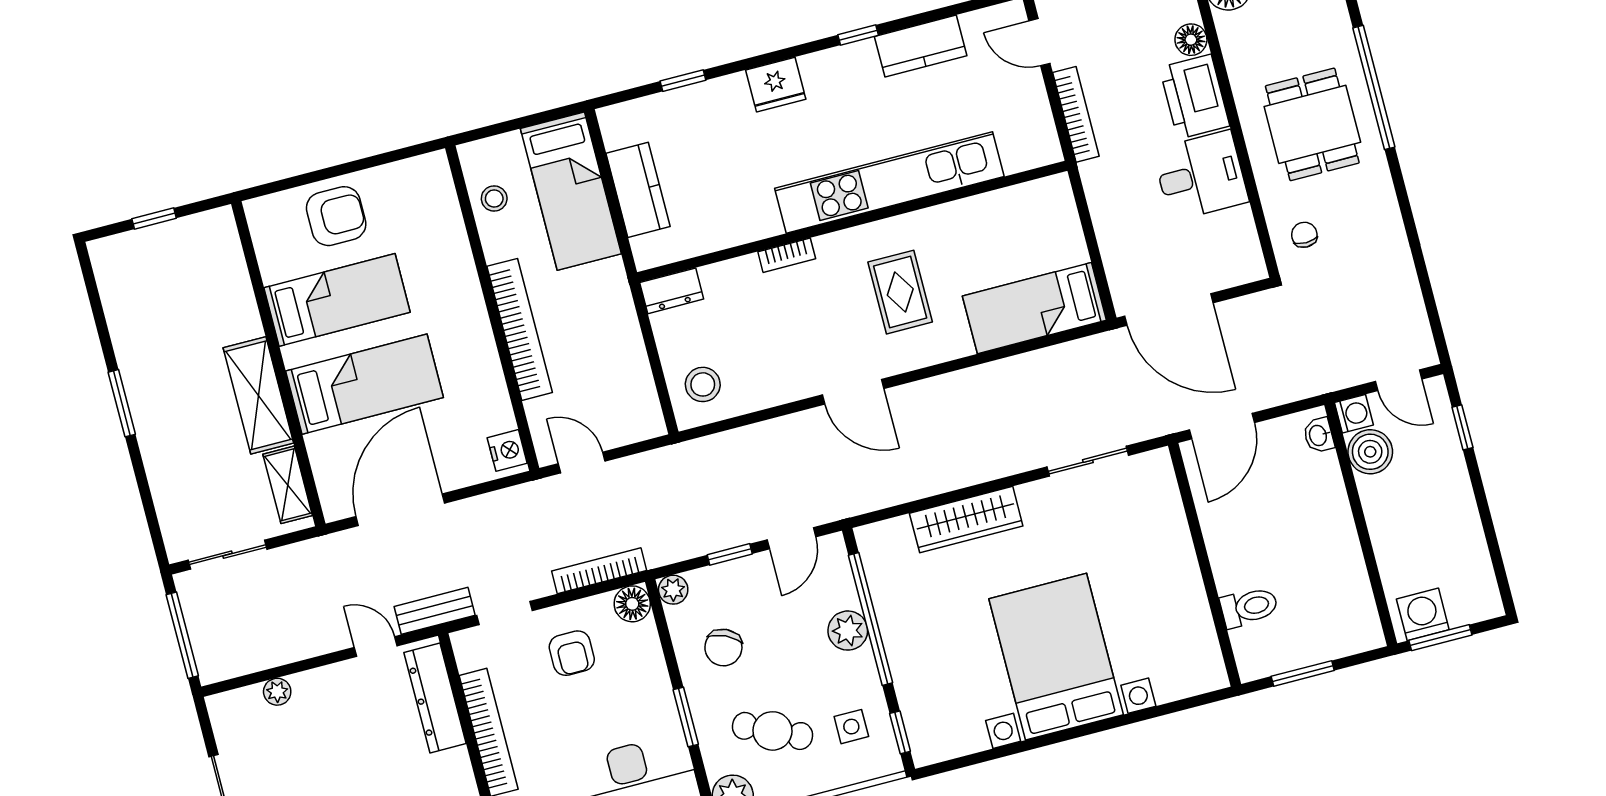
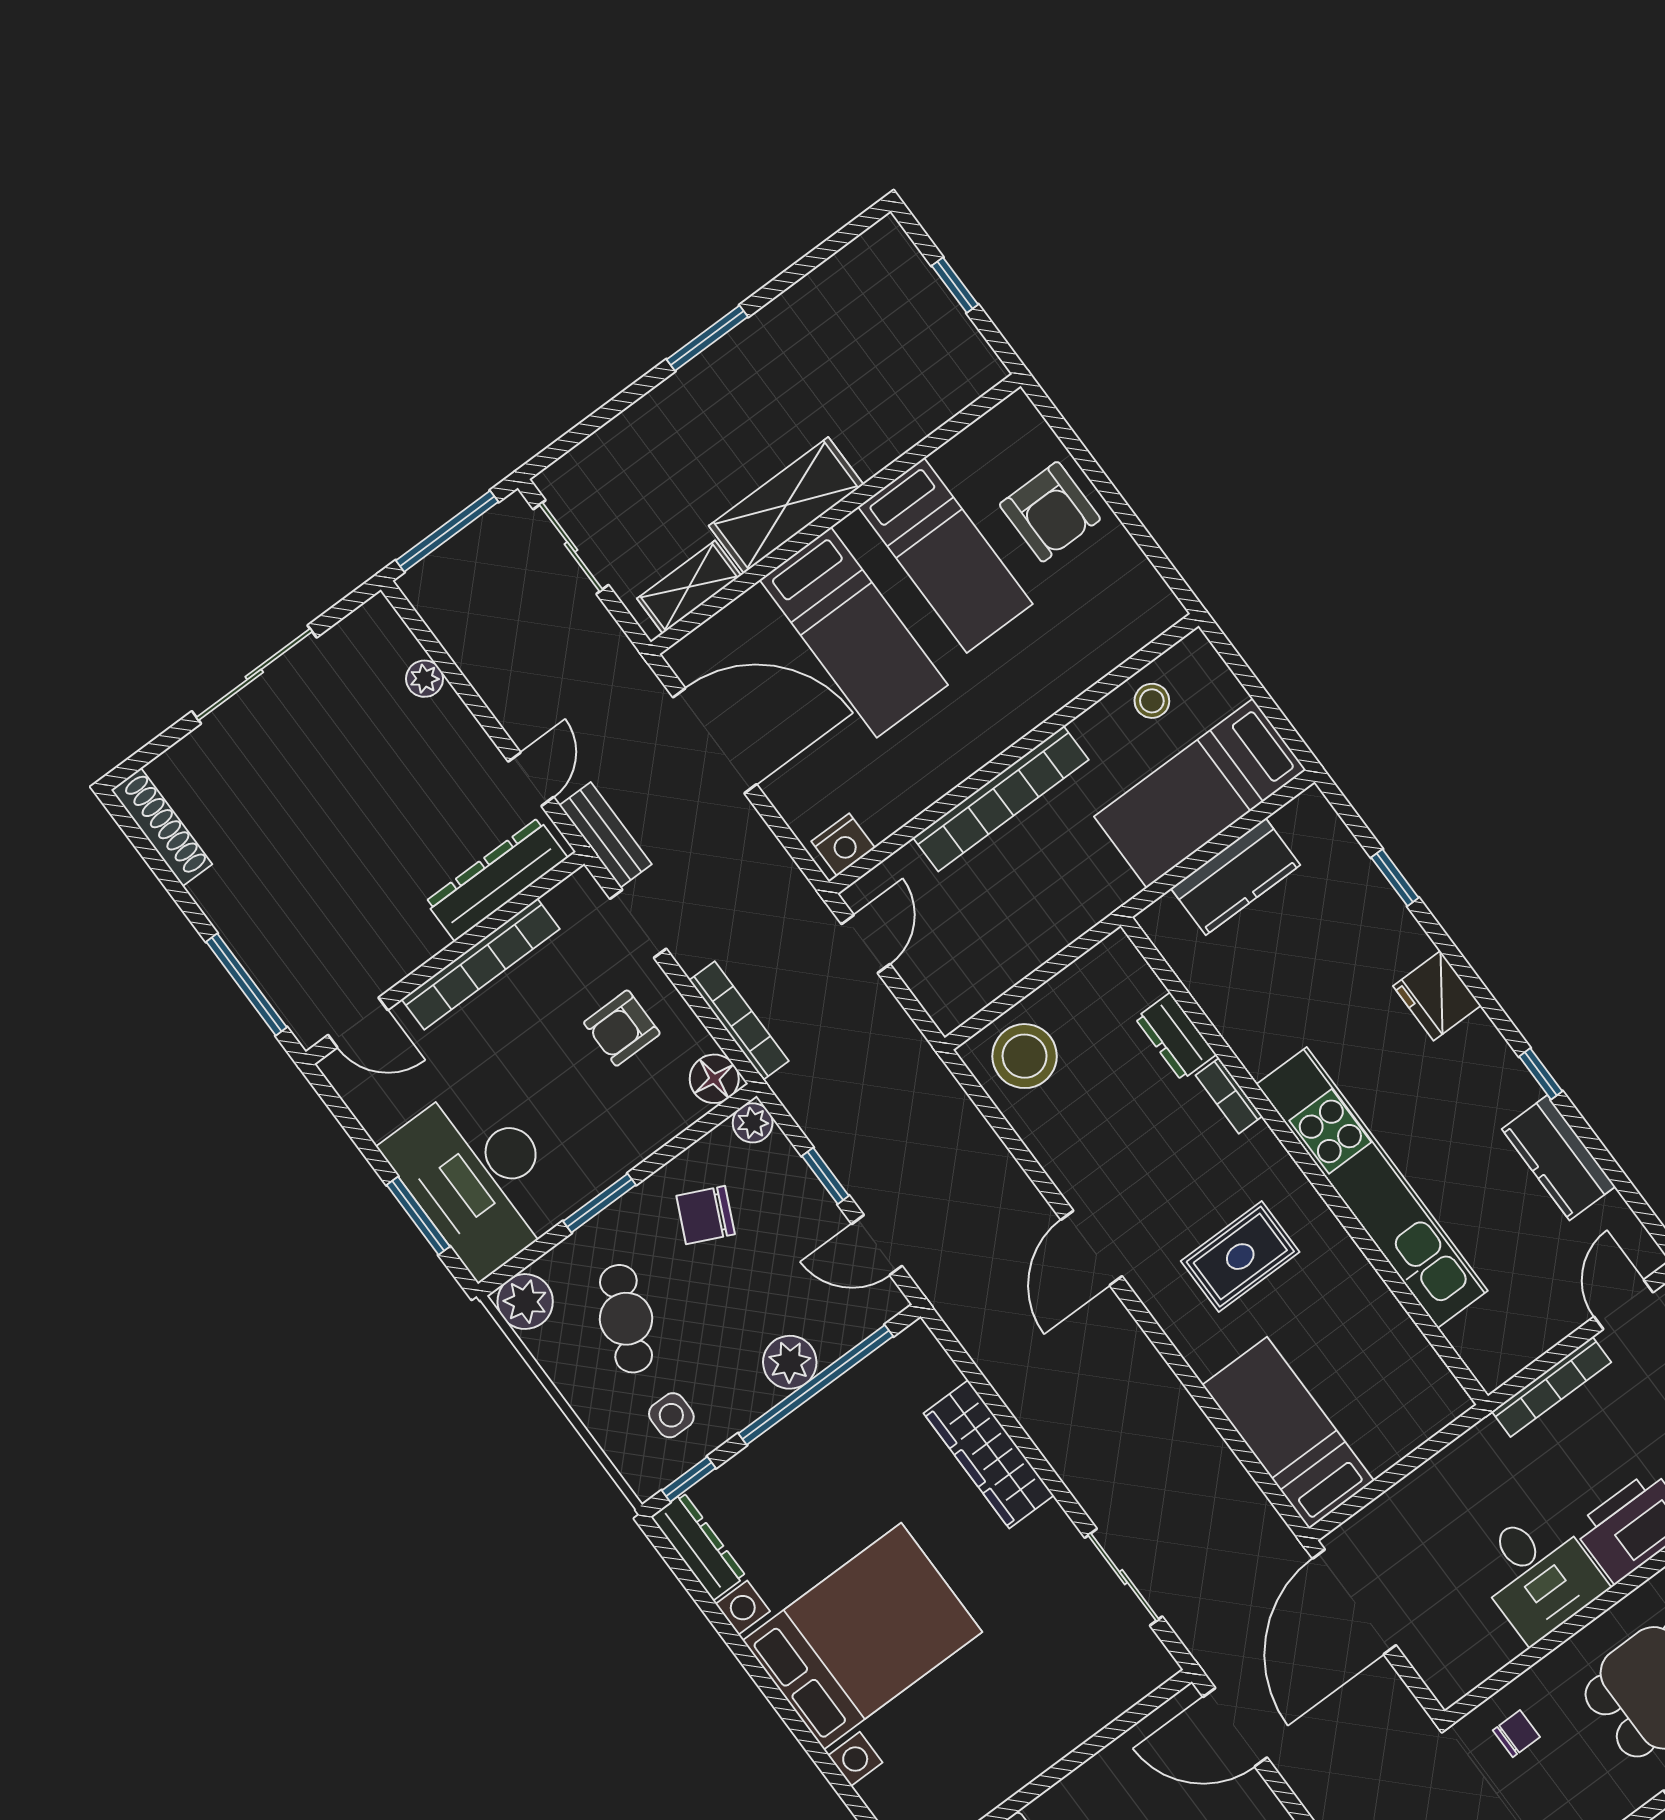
dresser: (672, 291) -> (1176, 1036), moved
stool: (703, 384) -> (1025, 1056), width x1.38, depth x1.38
dresser: (949, 744) -> (698, 1546), added

